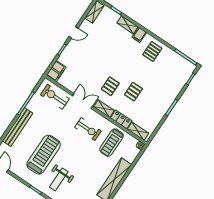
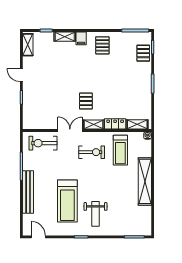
door: (73, 32) -> (21, 75), swing flipped
filing cabinet: (56, 71) -> (29, 120), removed
pallet: (133, 92) -> (143, 53), moved
treadmill: (44, 155) -> (67, 201), turned 180

